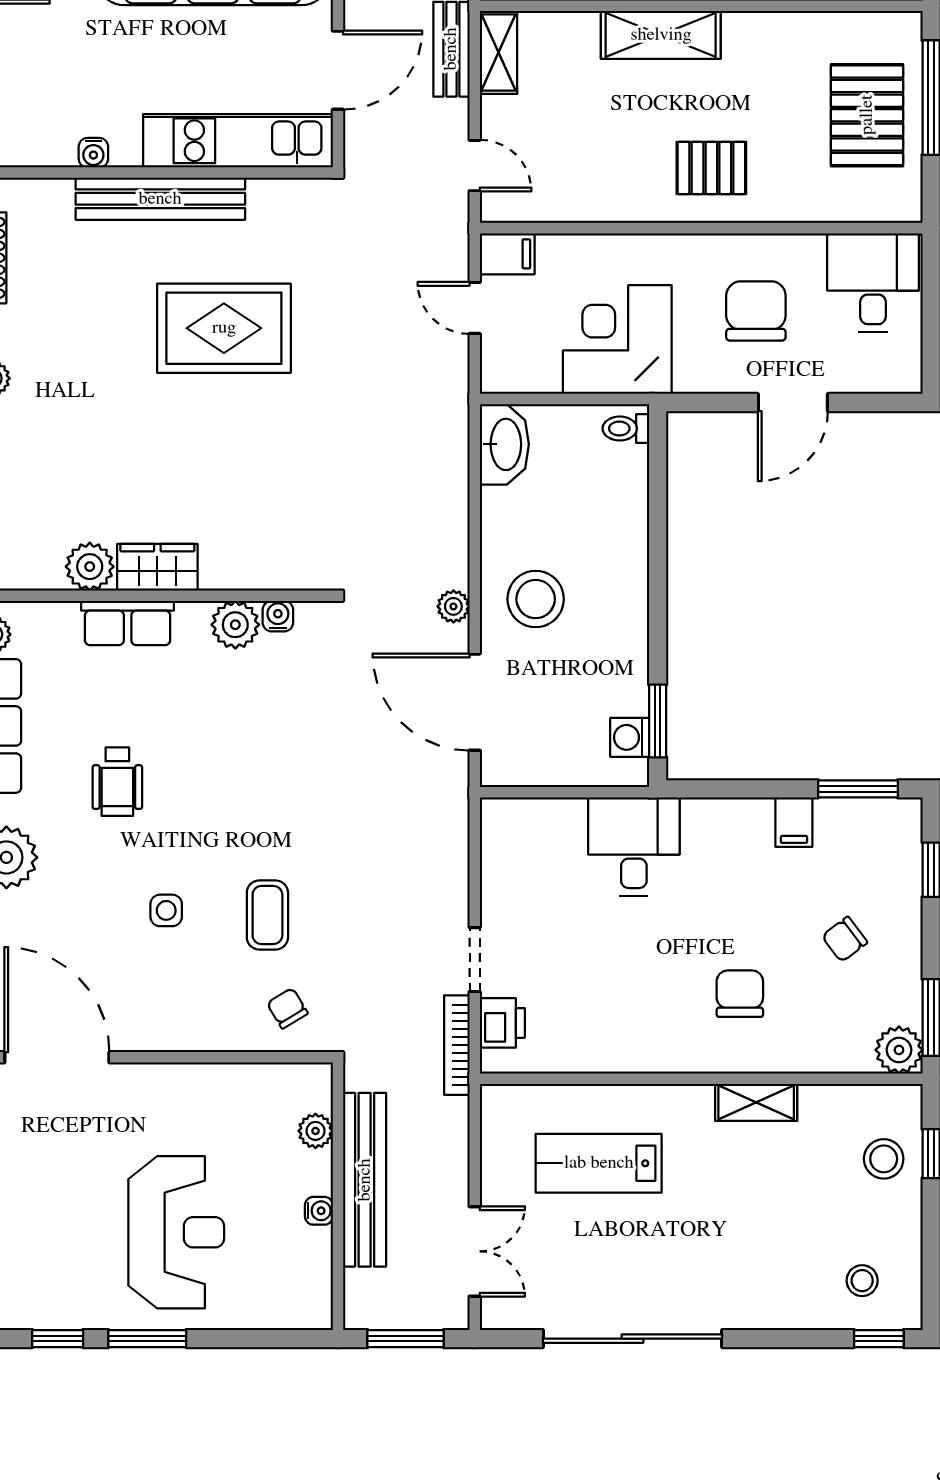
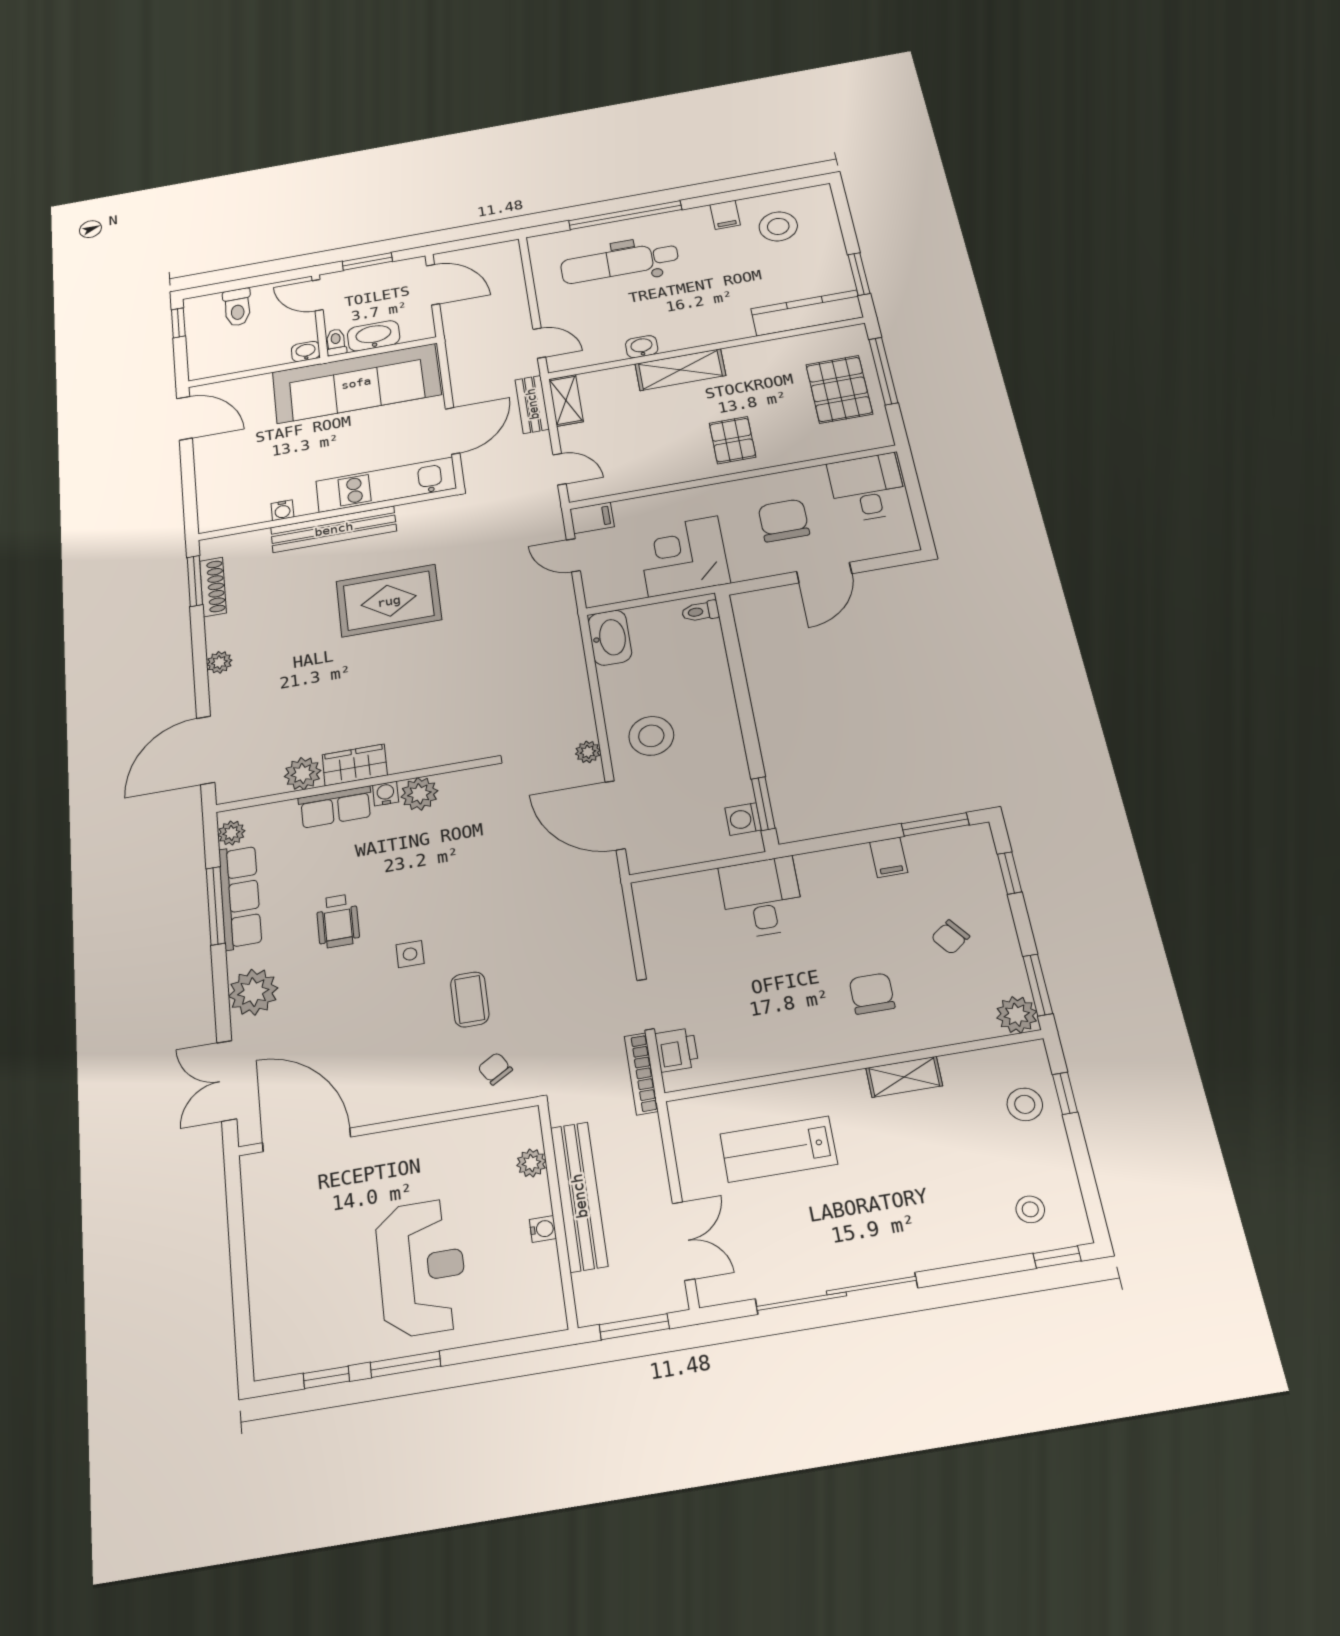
pallet: (711, 168) -> (733, 440), turned 90
water cooler: (278, 616) -> (386, 794), moved
side table: (166, 910) -> (410, 954), moved

